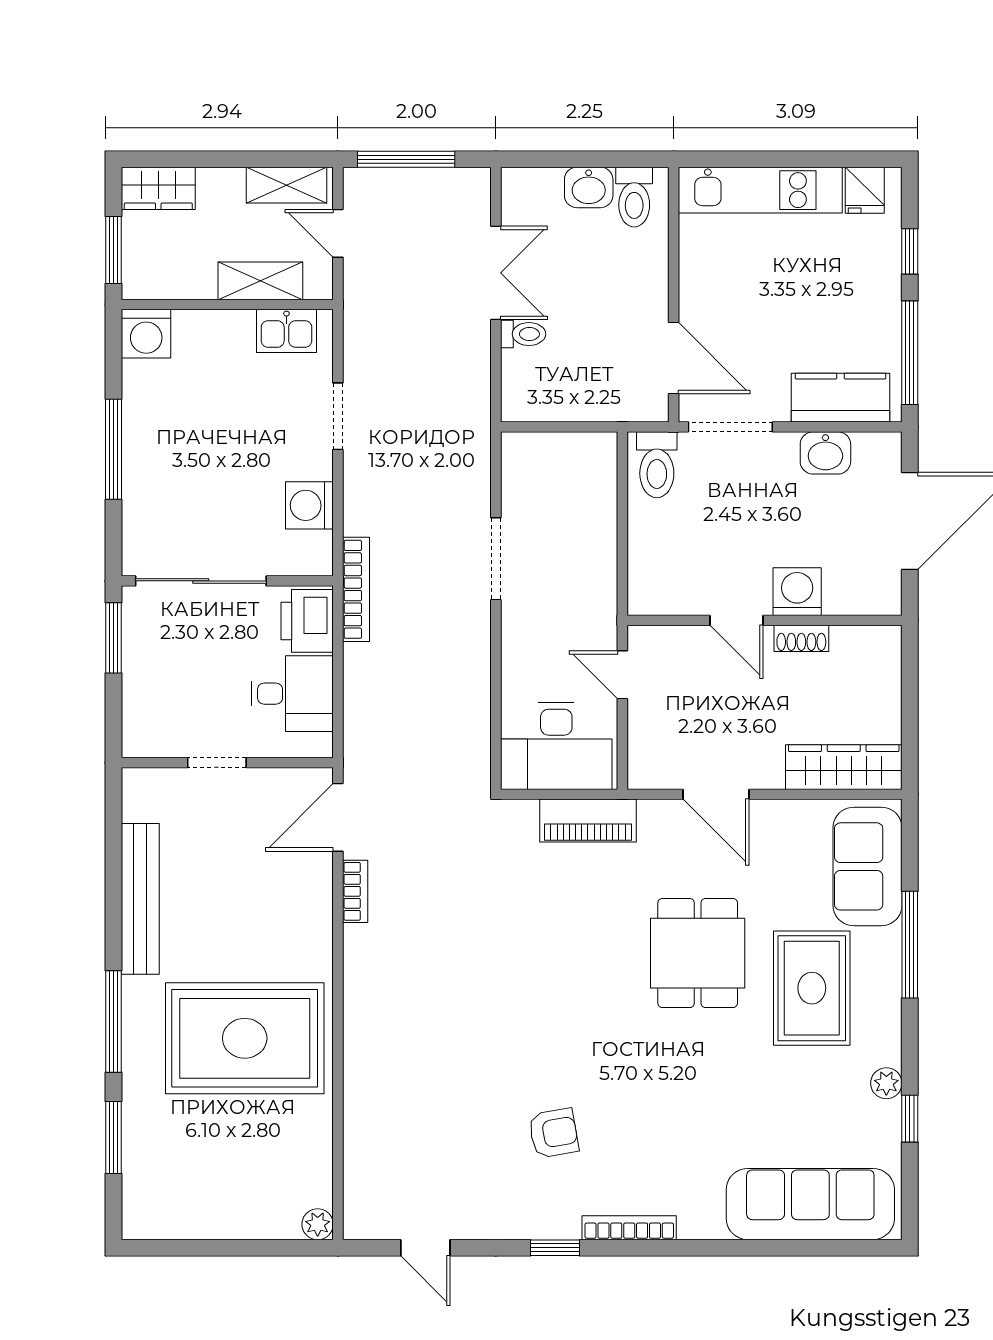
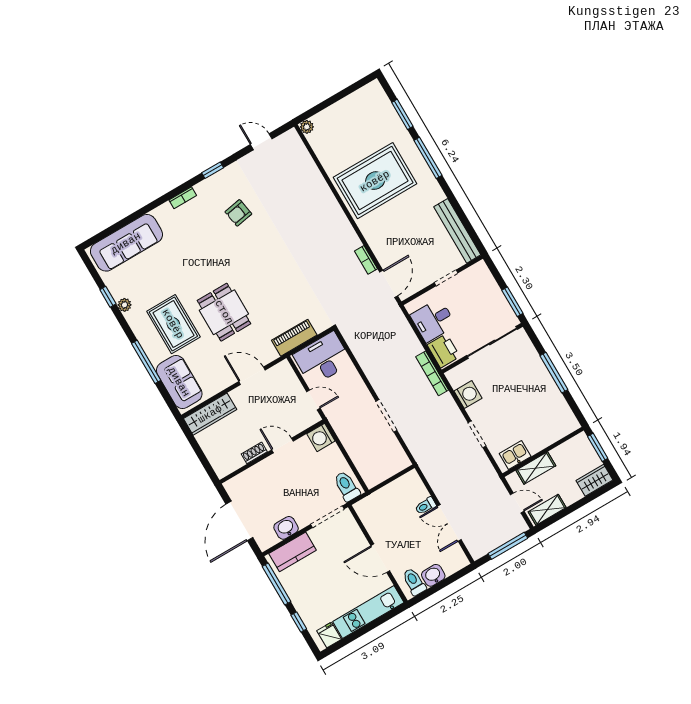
washing machine: (146, 334) -> (567, 423), removed
door: (674, 358) -> (380, 558), moved
washing machine: (797, 592) -> (321, 437), moved, turned 90
bench: (140, 899) -> (457, 231), moved
bookcase: (629, 1228) -> (183, 198), width x0.64

